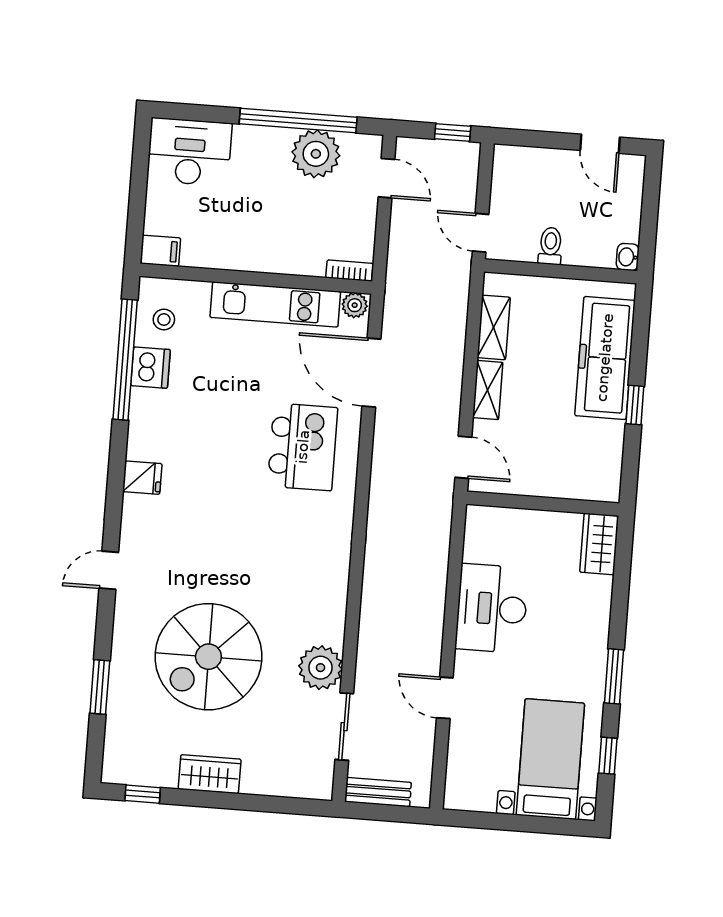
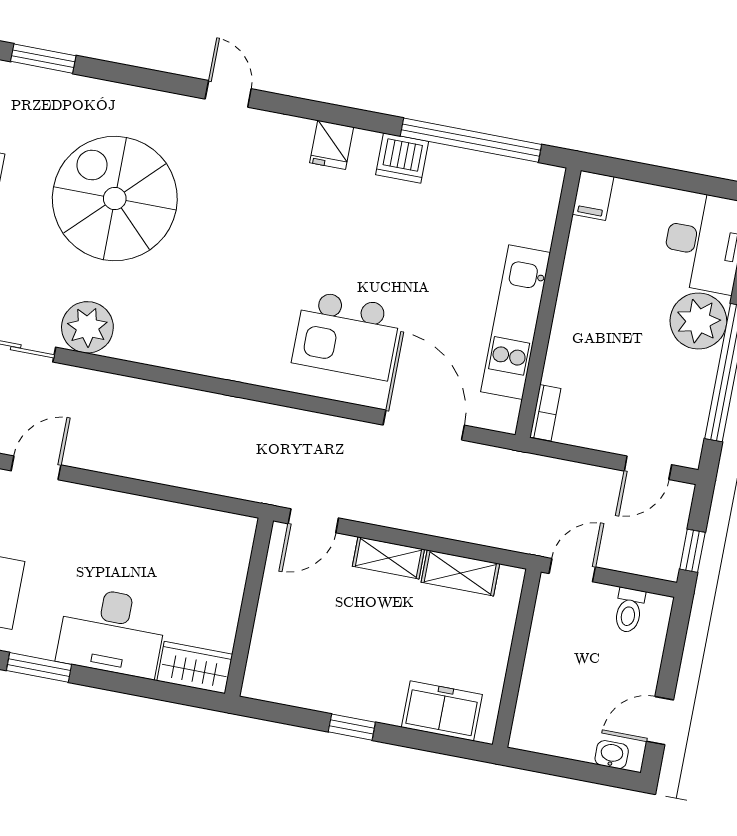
plant: (316, 154) -> (698, 321), moved
toilet: (550, 246) -> (629, 610), moved, turned 90
washbasin: (628, 257) -> (612, 755), moved
plant: (355, 305) -> (504, 414), removed
stool: (164, 319) -> (513, 191), removed
freezer: (605, 358) -> (442, 711), width x0.52, depth x0.79
dishwasher: (150, 368) -> (402, 158), moved
door: (371, 373) -> (424, 425), hinge flipped
desk: (492, 608) -> (112, 632), moved, turned 180
window: (100, 687) -> (43, 59), moved

